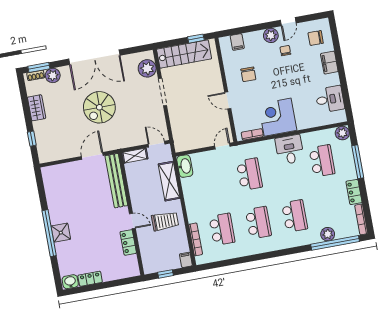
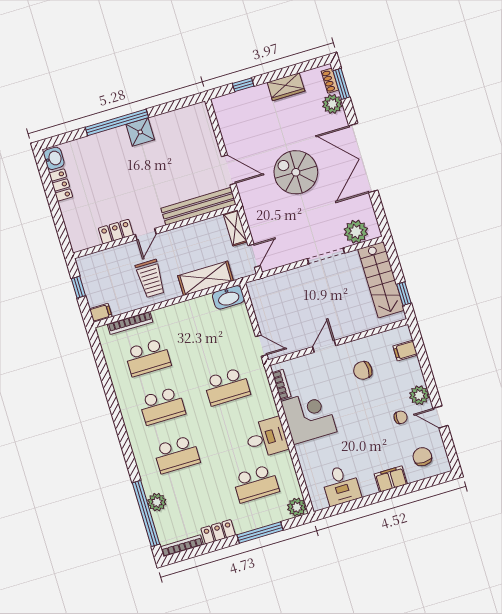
shower: (61, 233) -> (140, 132), moved

